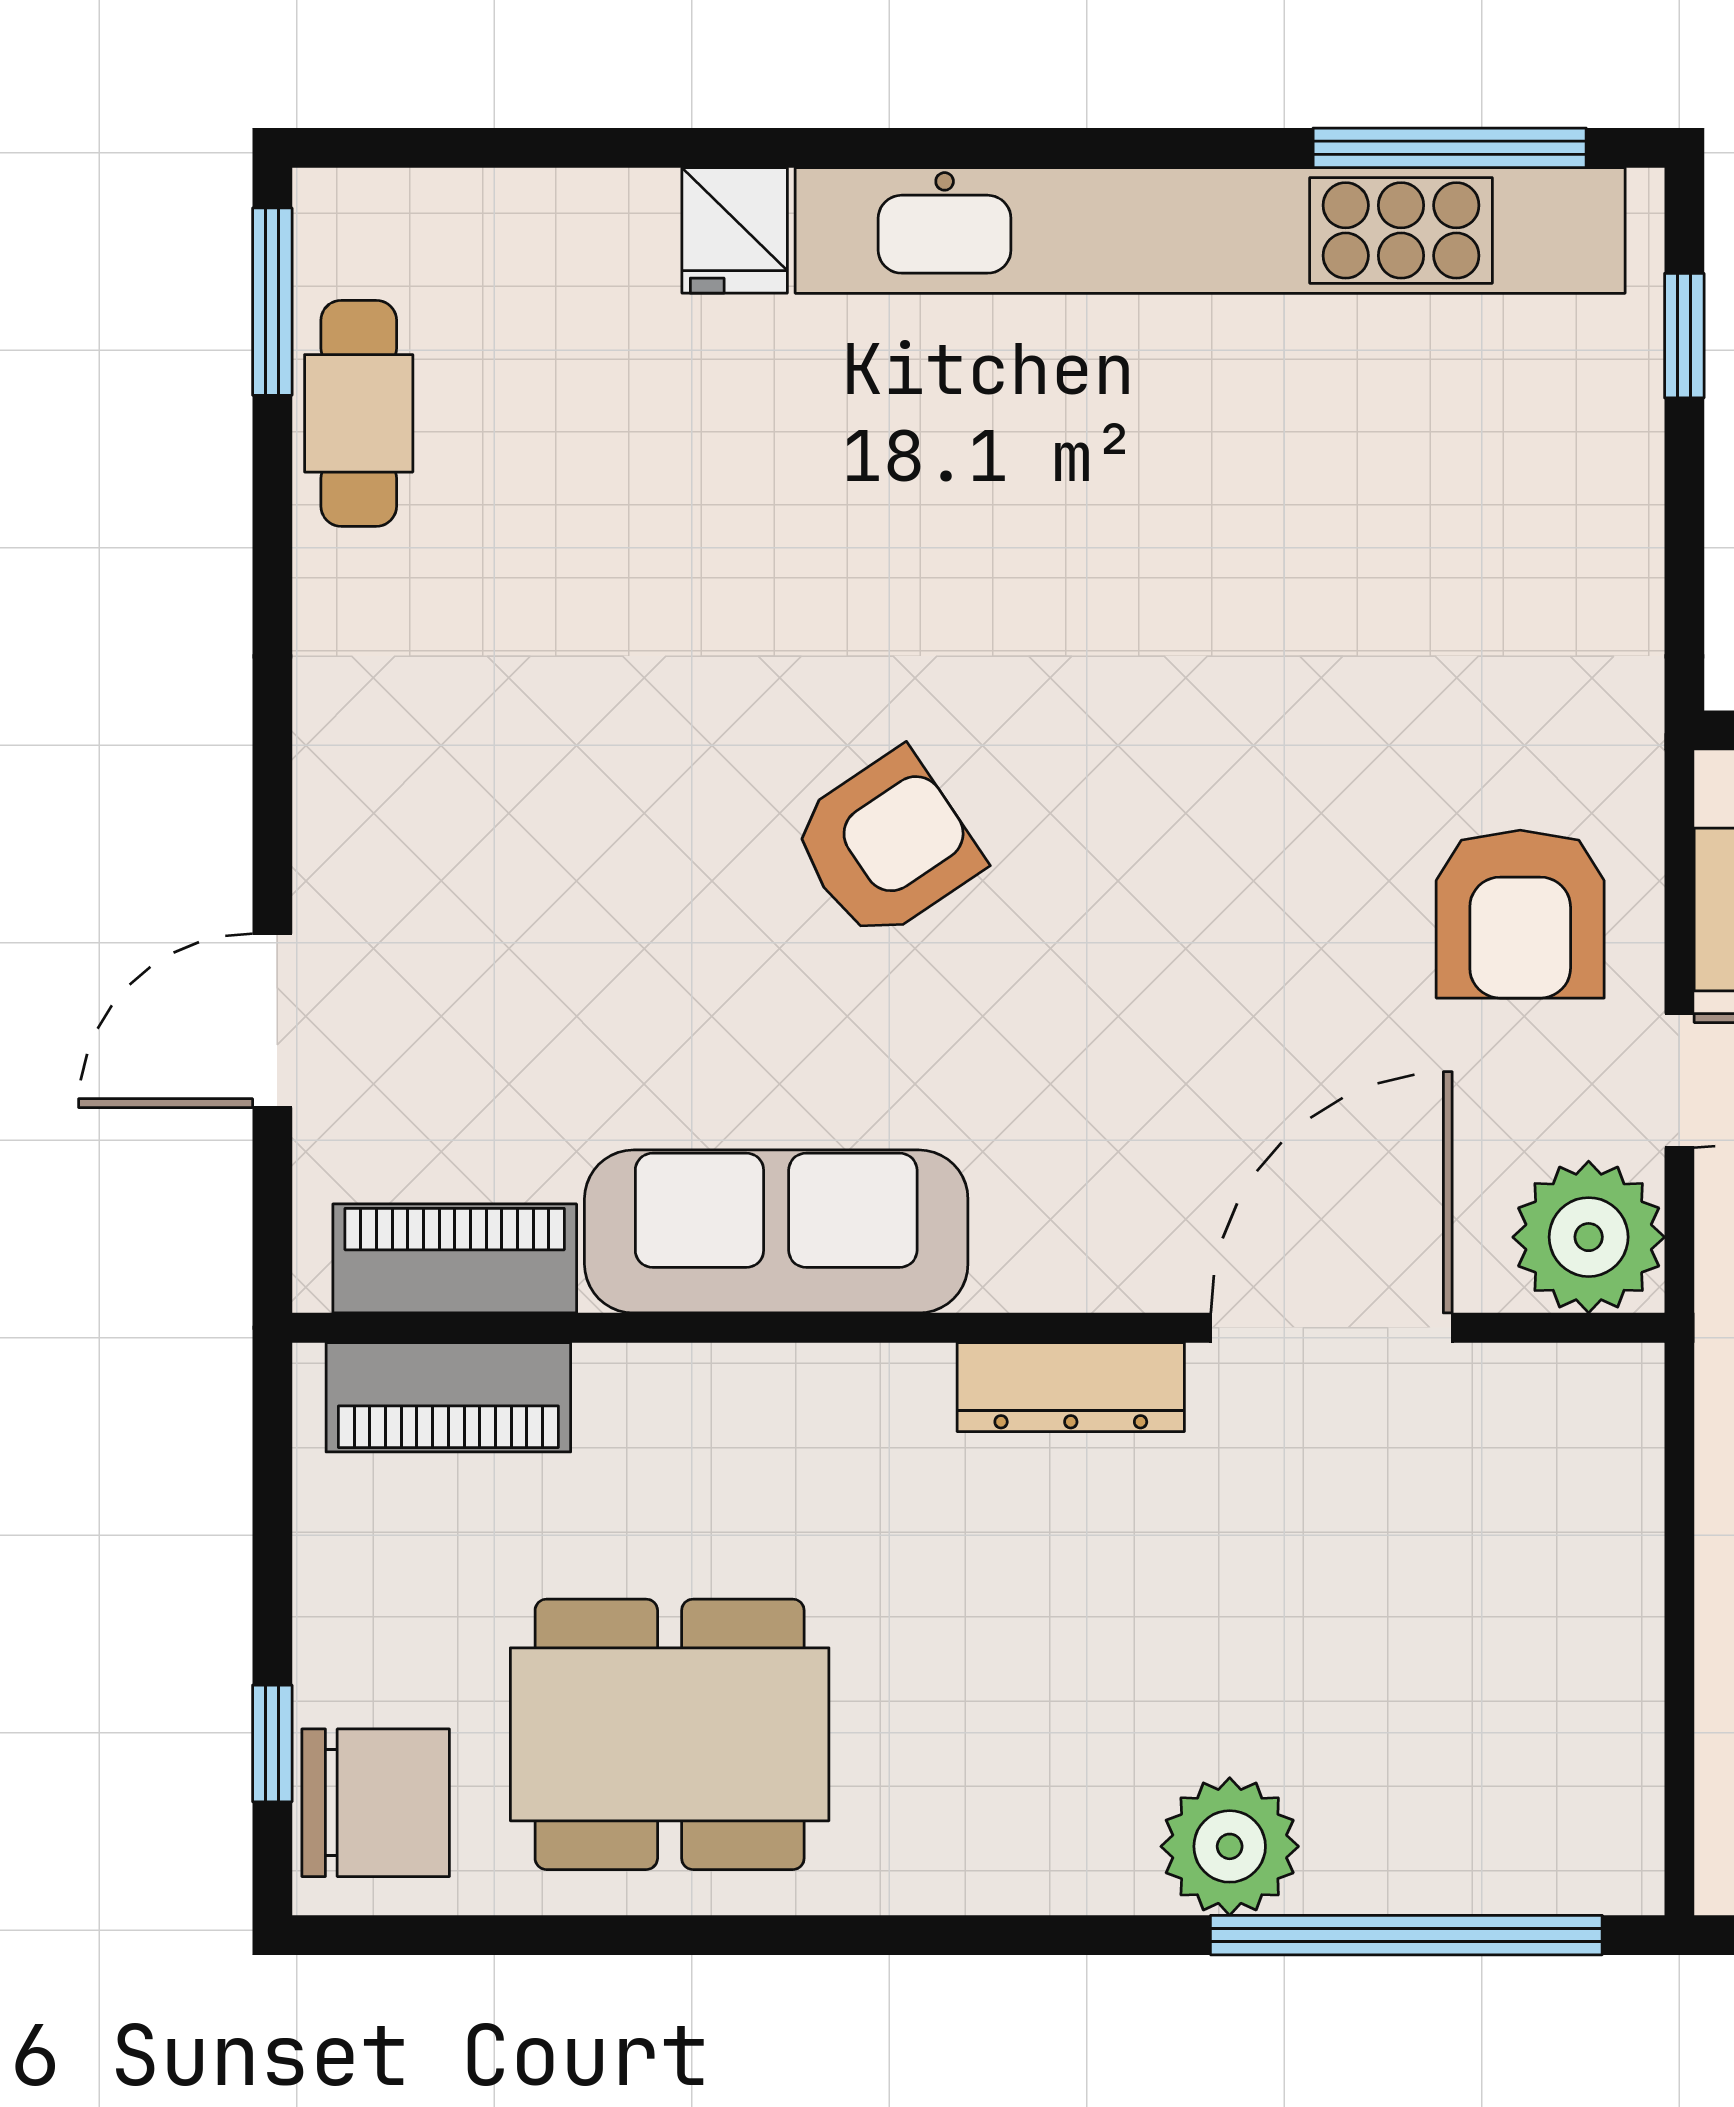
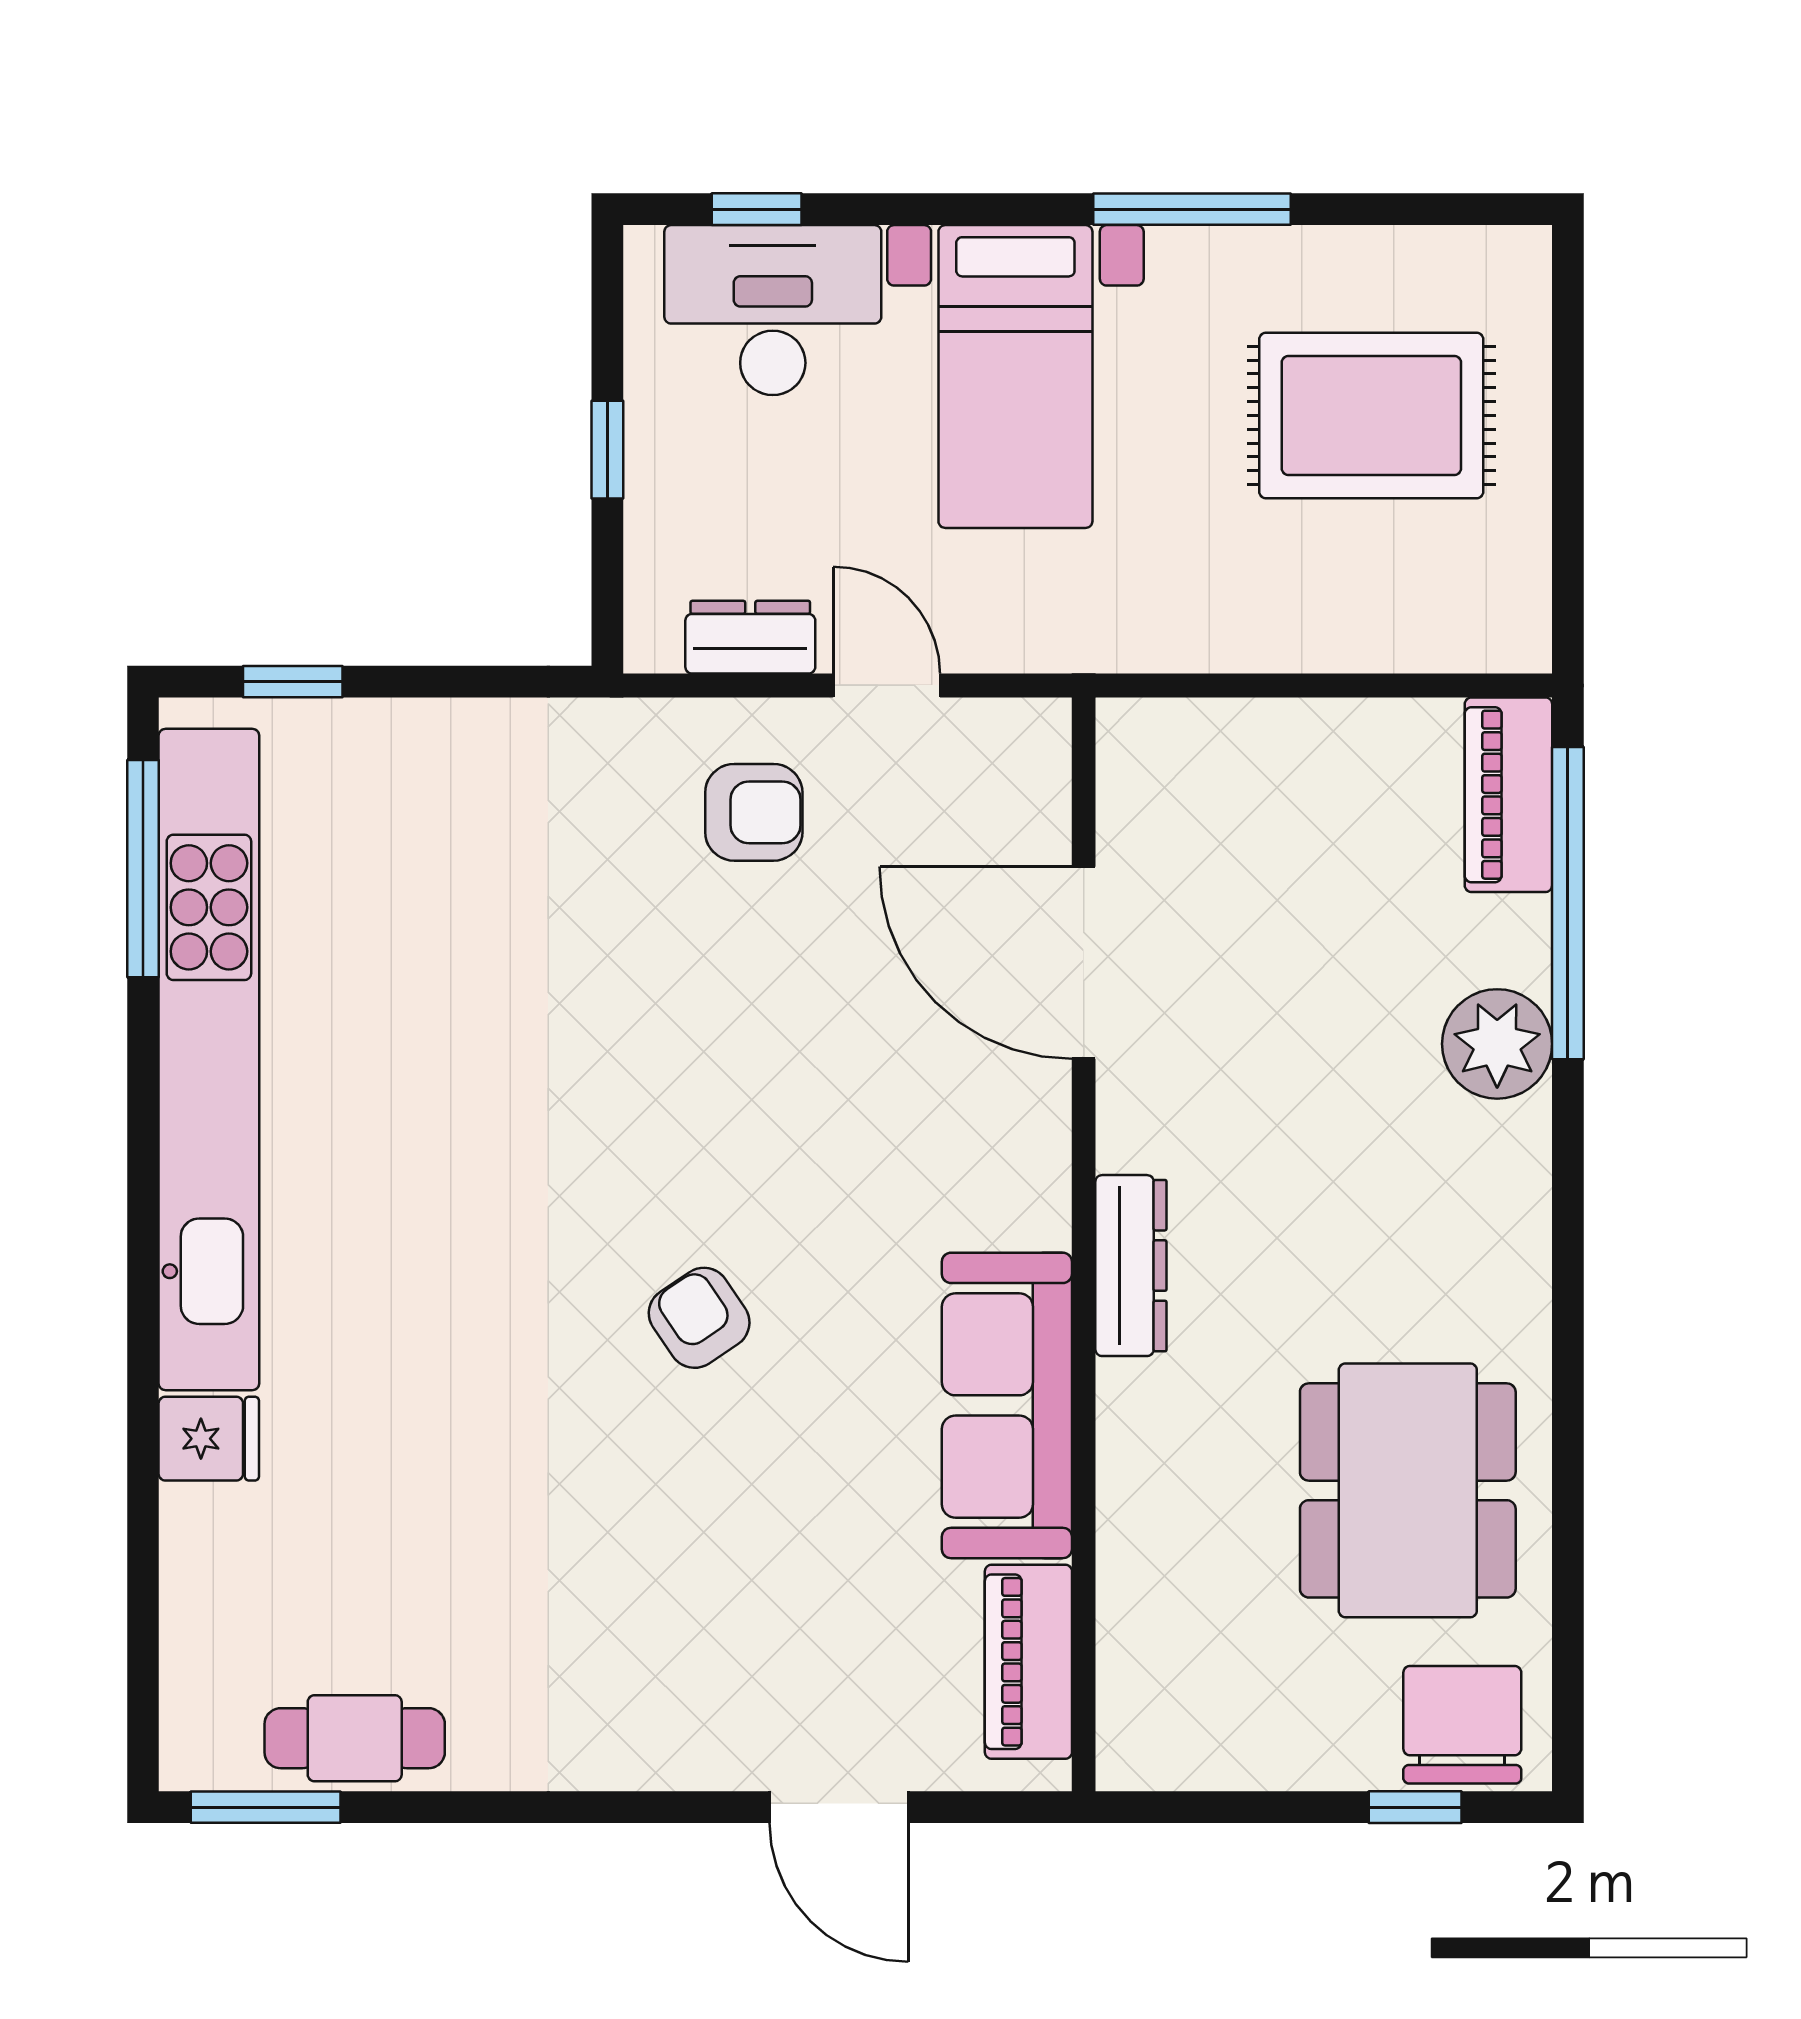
armchair: (886, 845) -> (699, 1318), width x0.72, depth x0.72
armchair: (1520, 914) -> (754, 812), width x0.72, depth x0.72
plant: (1589, 1237) -> (1011, 758), removed
dresser: (1071, 1387) -> (1131, 1266), moved
piano: (448, 1397) -> (1508, 795), moved, turned 180

